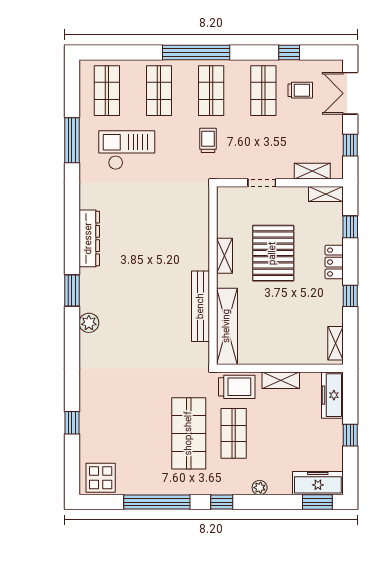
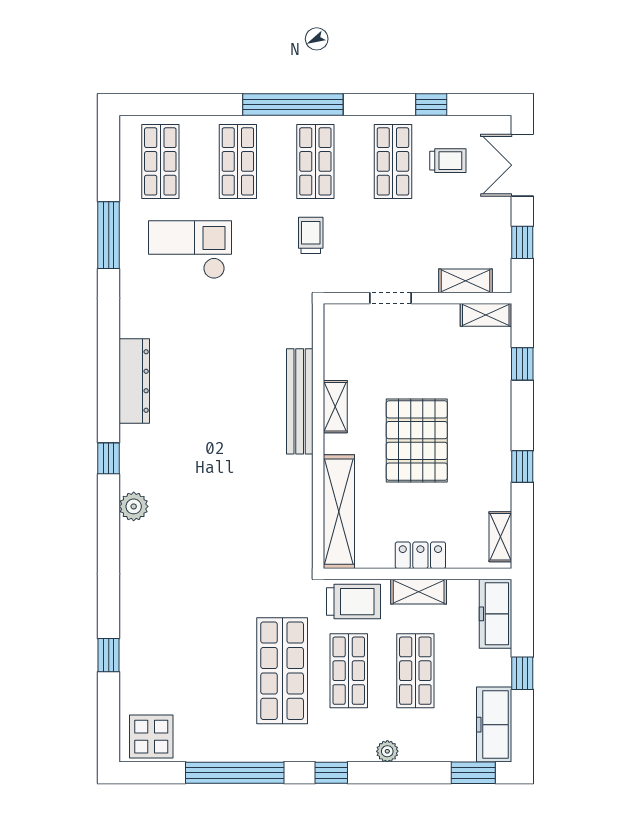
pallet: (273, 253) -> (417, 441), moved
locker: (334, 262) -> (420, 555), moved, turned 90
window: (72, 291) -> (109, 458), width x0.67
bench: (201, 306) -> (300, 401), moved
shop shelf: (278, 433) -> (415, 671), added
freezer: (318, 483) -> (494, 725), moved, turned -90

